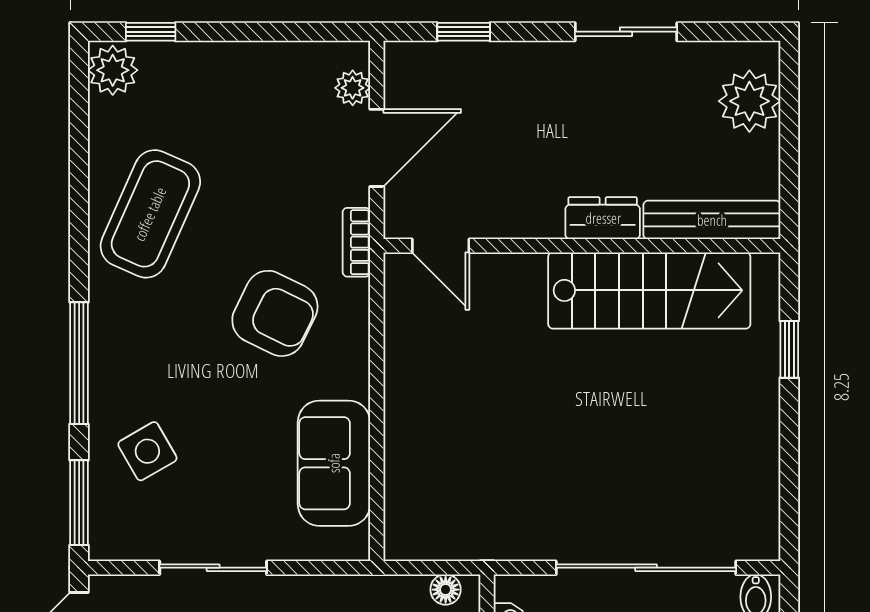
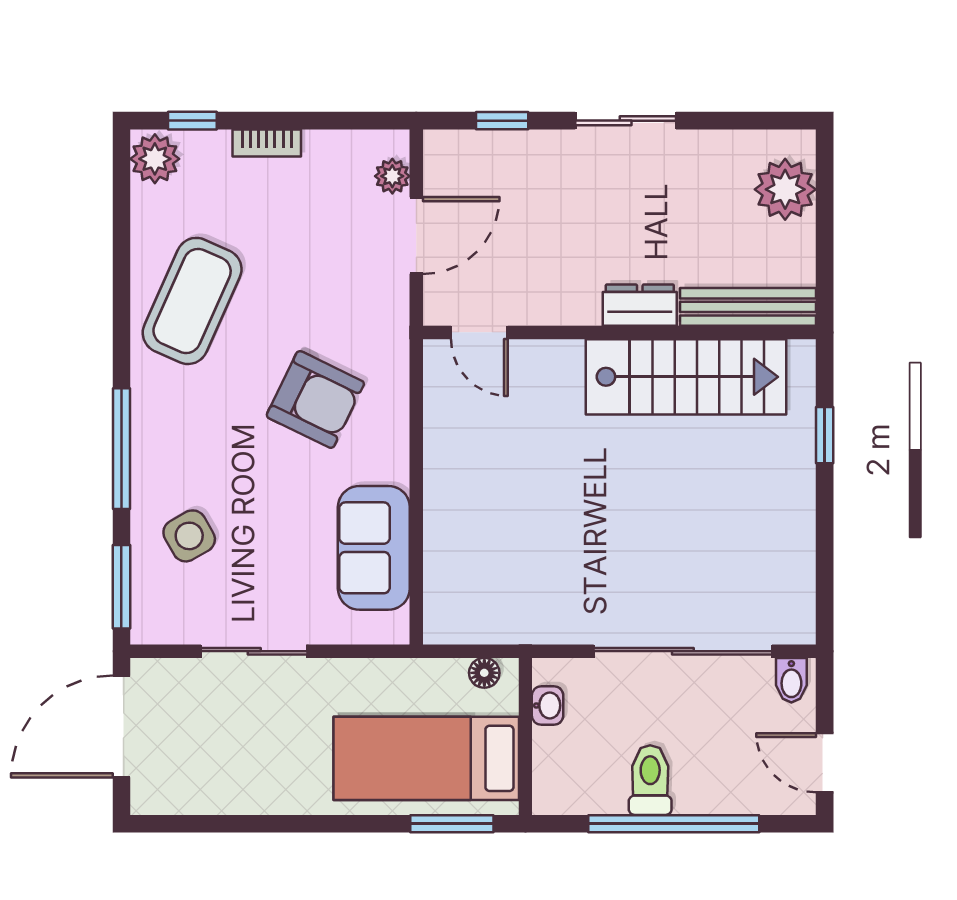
sliding door: (626, 32) -> (626, 121), moved
bookcase: (356, 242) -> (267, 143), moved, turned -90

